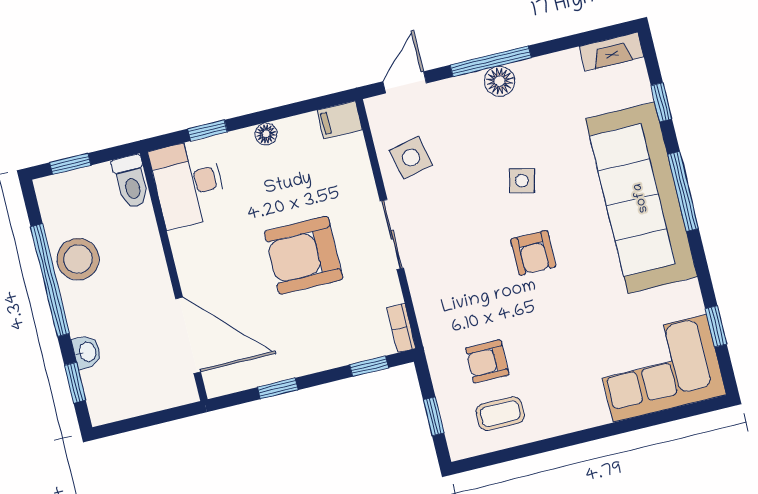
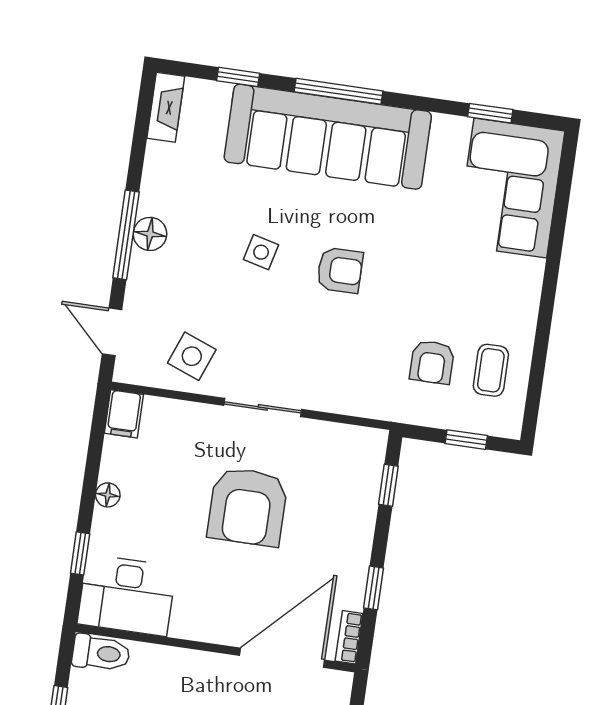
side table: (411, 158) -> (192, 356), turned 34
bookcase: (401, 328) -> (349, 637), moved, turned 90

